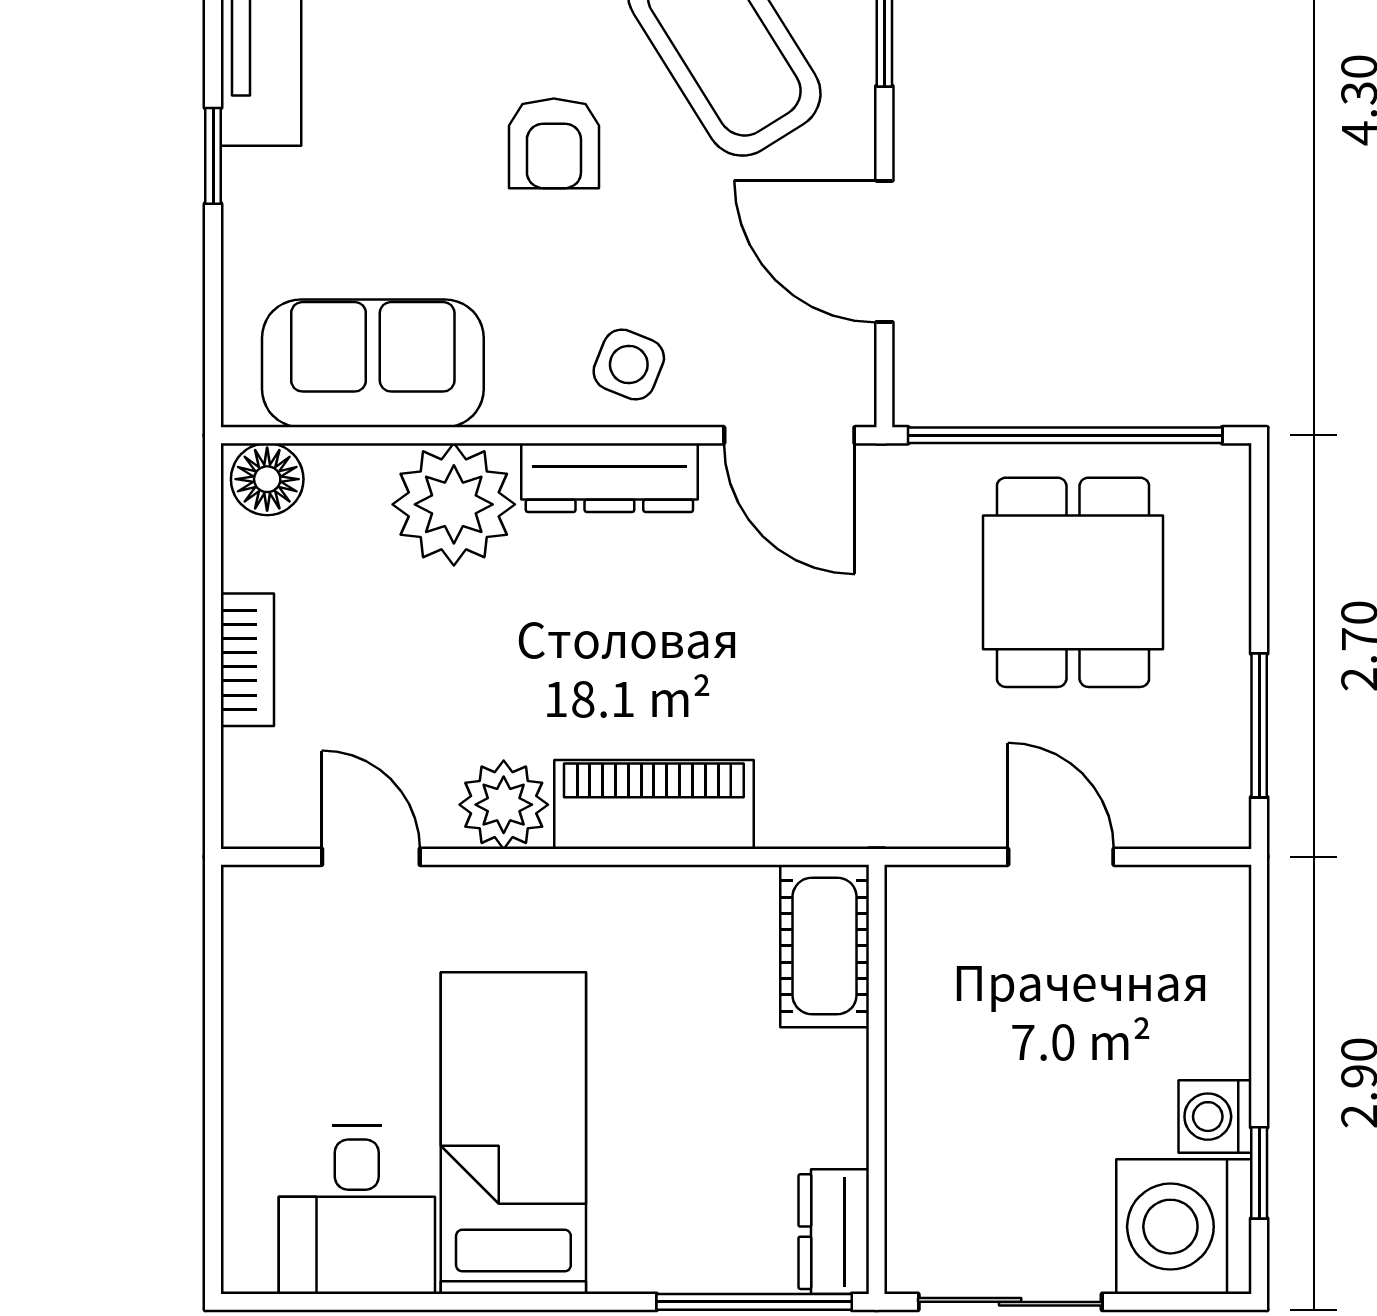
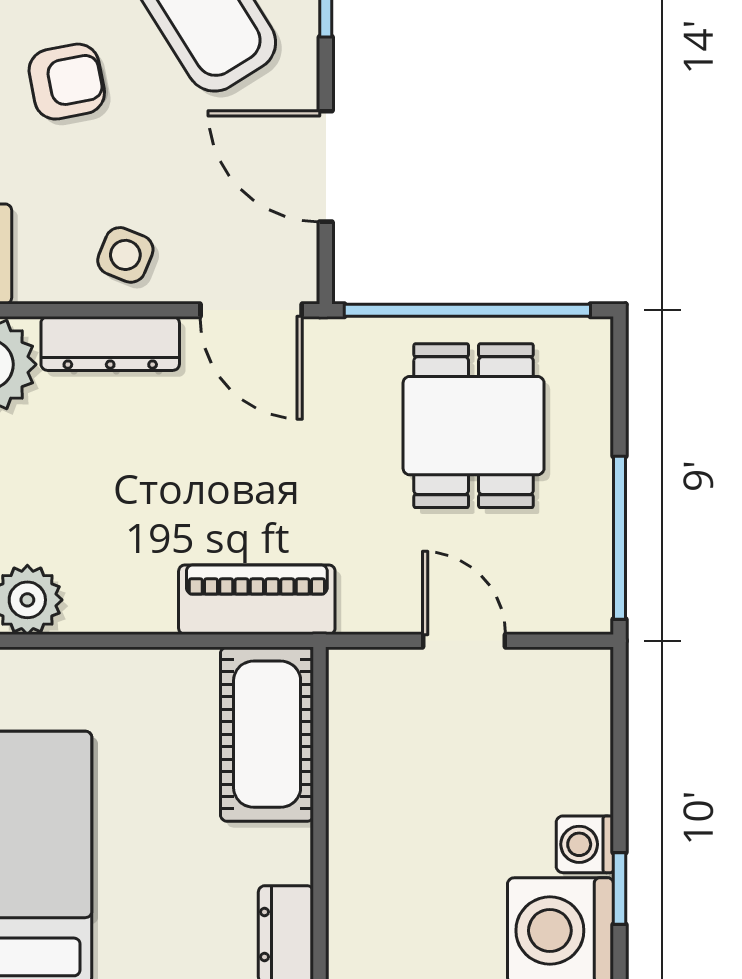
armchair: (554, 143) -> (67, 82), turned -101
window: (1259, 725) -> (619, 538), width x1.44
piano: (654, 804) -> (257, 600), moved
cot: (825, 946) -> (267, 734), width x1.37, depth x1.34

